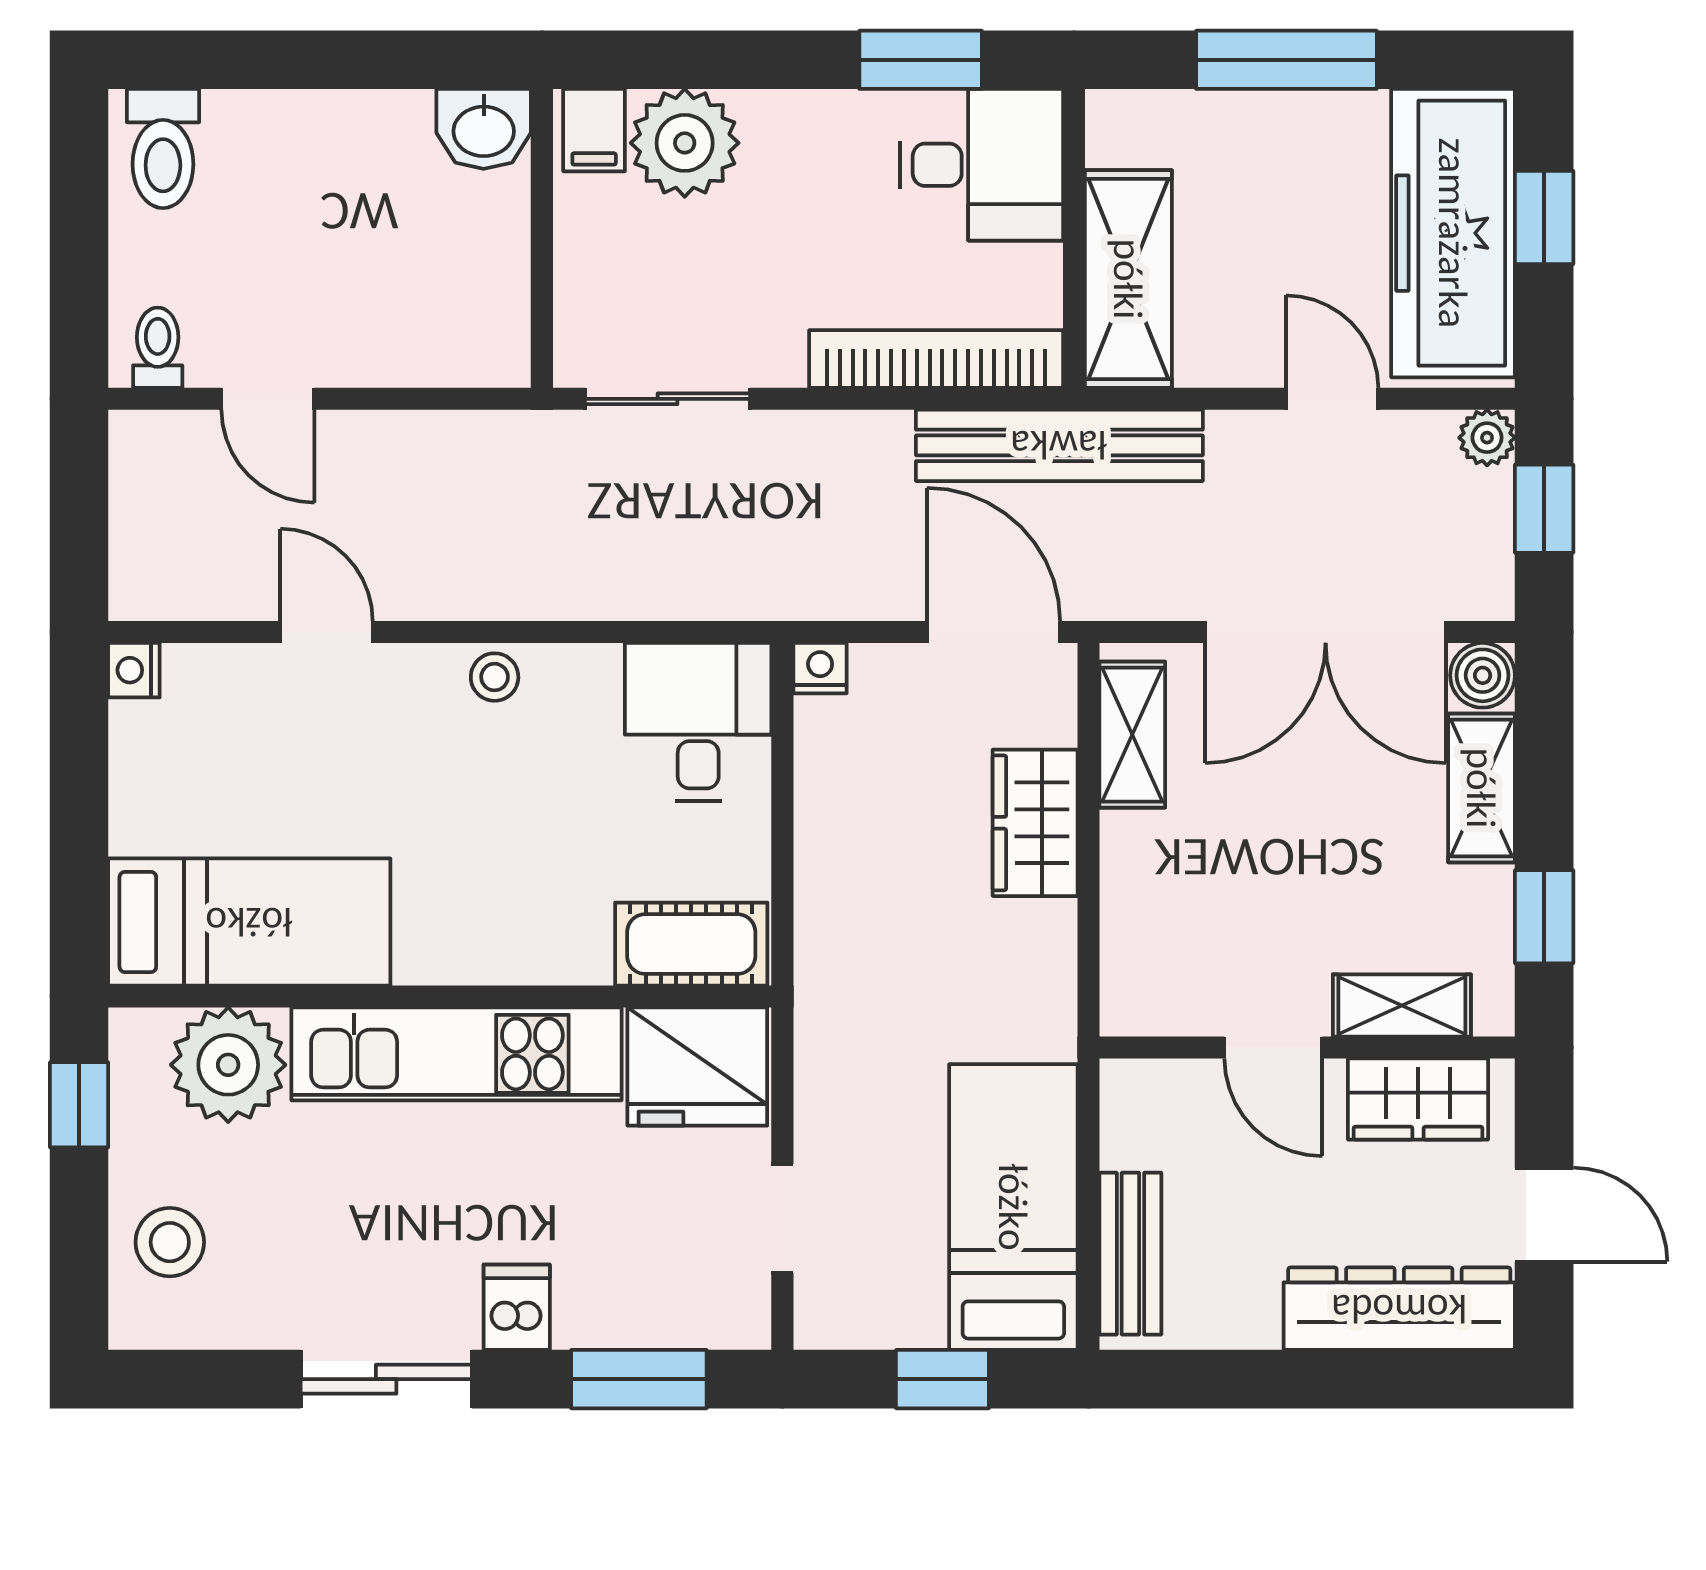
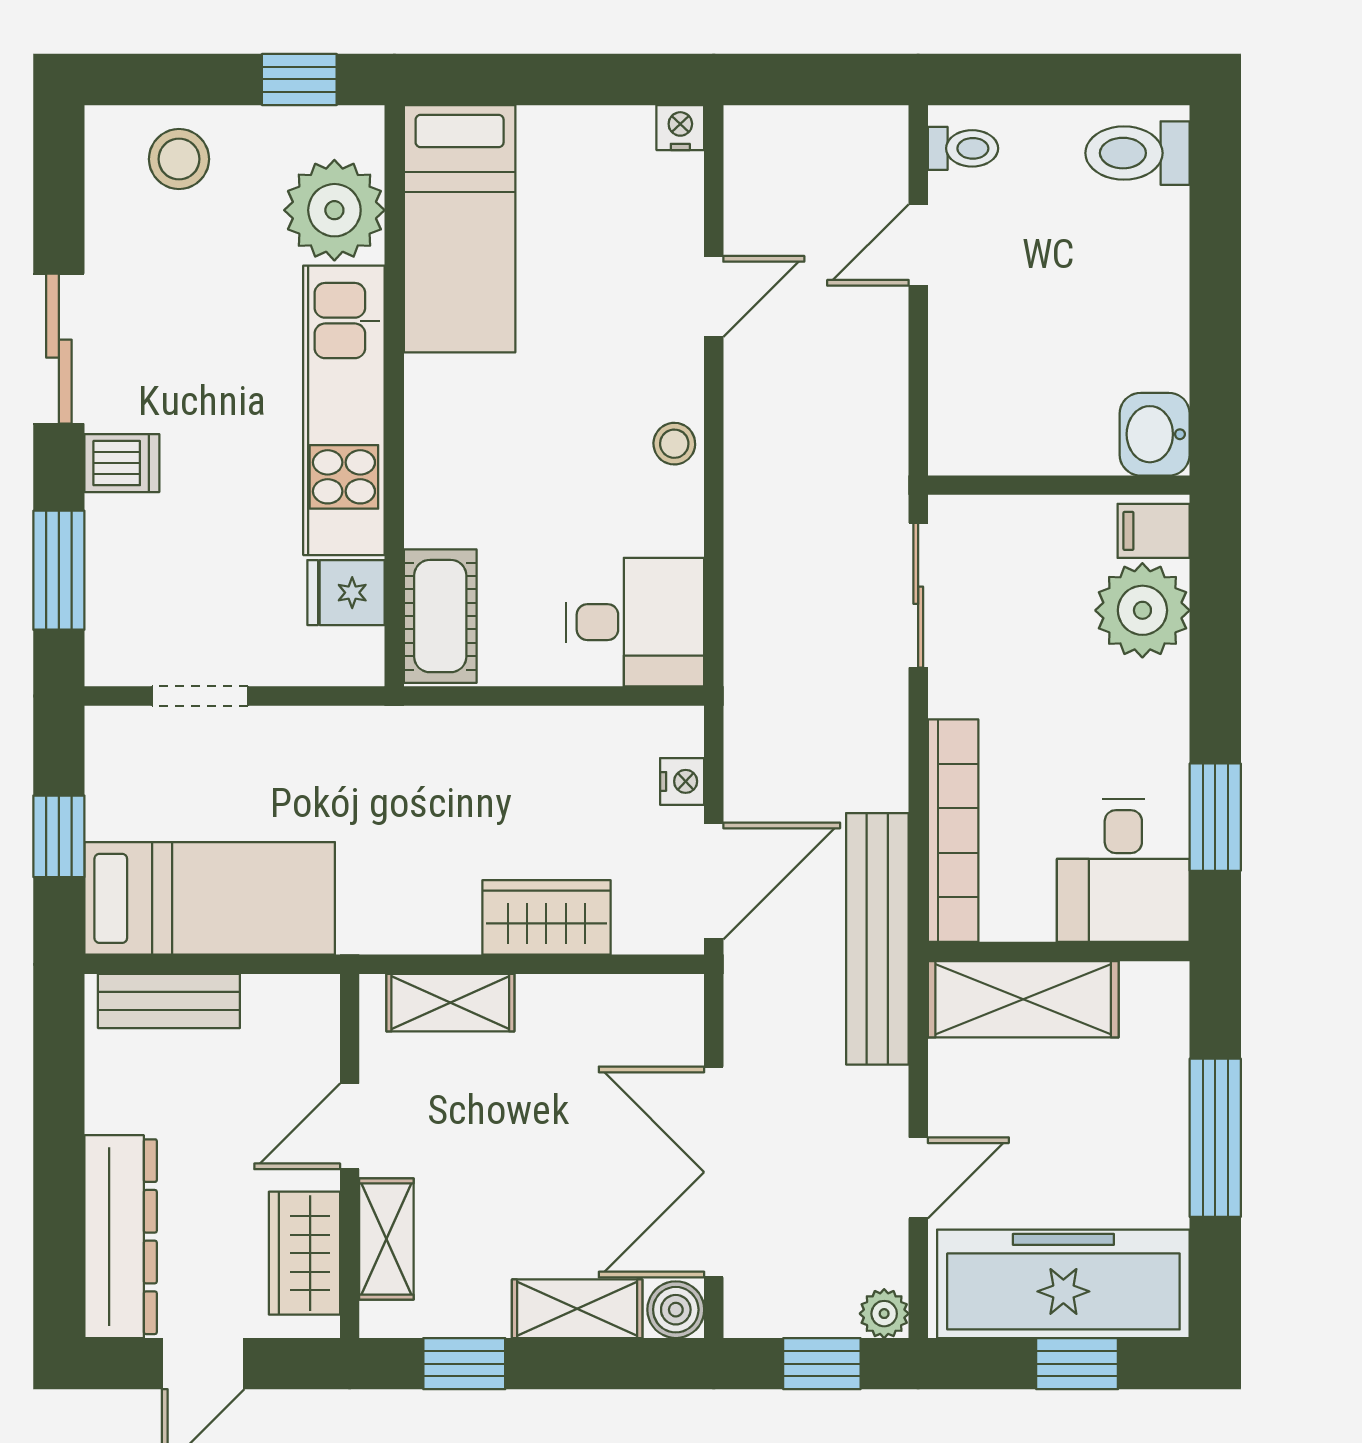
nightstand: (820, 668) -> (682, 781), moved
shelving: (1132, 735) -> (450, 1003), moved
fridge: (697, 1067) -> (346, 593), width x0.53, depth x0.75

